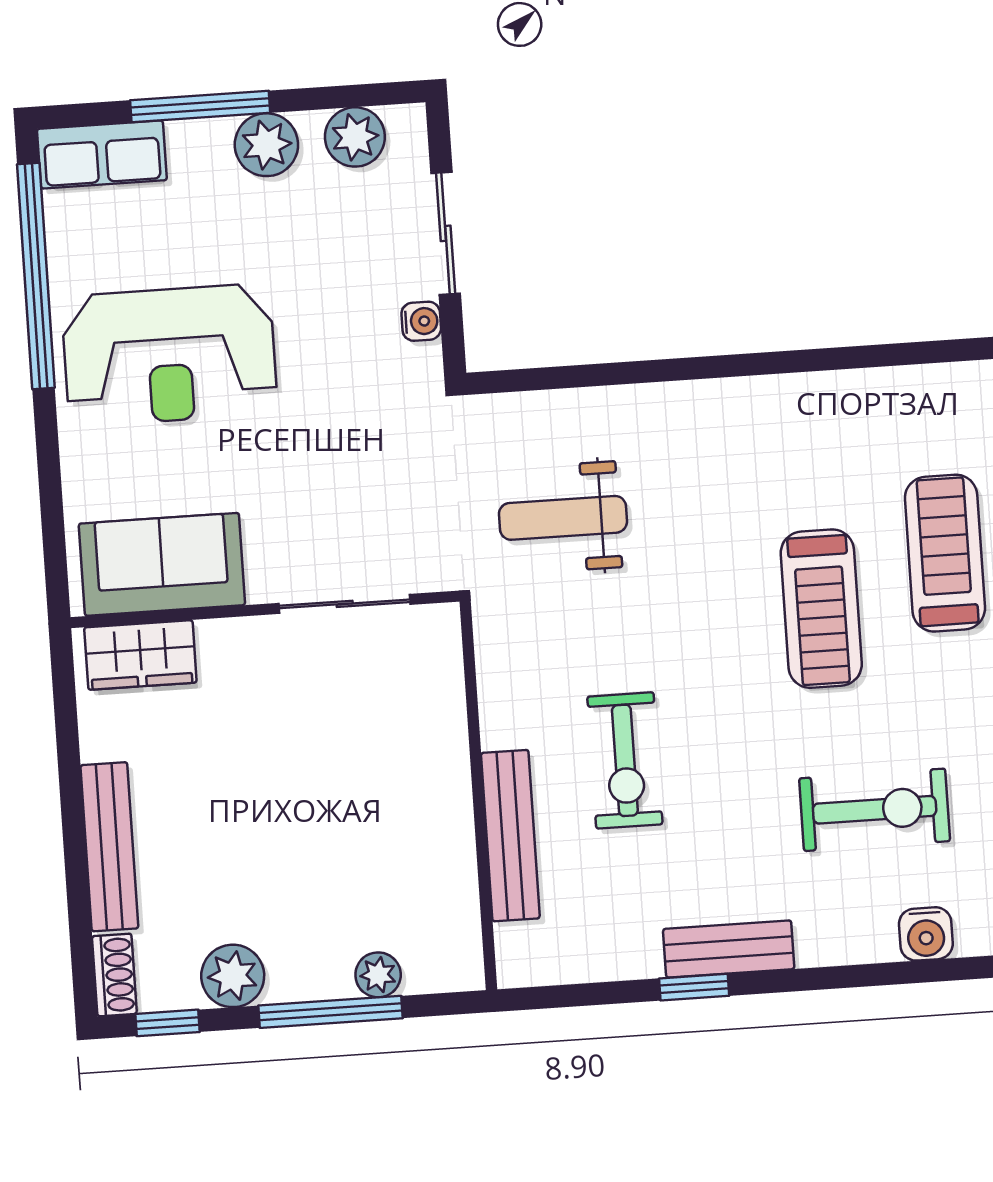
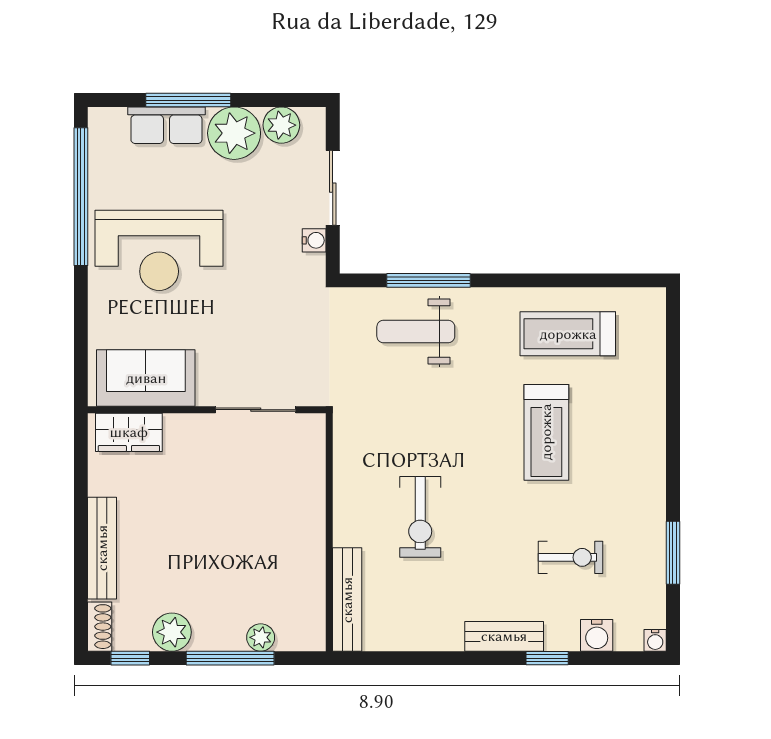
plant: (266, 145) -> (234, 133), width x1.36, depth x1.36
row of seats: (102, 154) -> (166, 125), moved
window: (612, 374) -> (428, 280), added
weight bench: (563, 518) -> (416, 332), moved
treadmill: (945, 553) -> (568, 334), moved, turned -90
exercise bike: (875, 810) -> (571, 557), width x0.73, depth x0.72
bench: (510, 836) -> (347, 600), moved
bench: (729, 949) -> (504, 636), moved
window: (694, 987) -> (547, 658), moved

